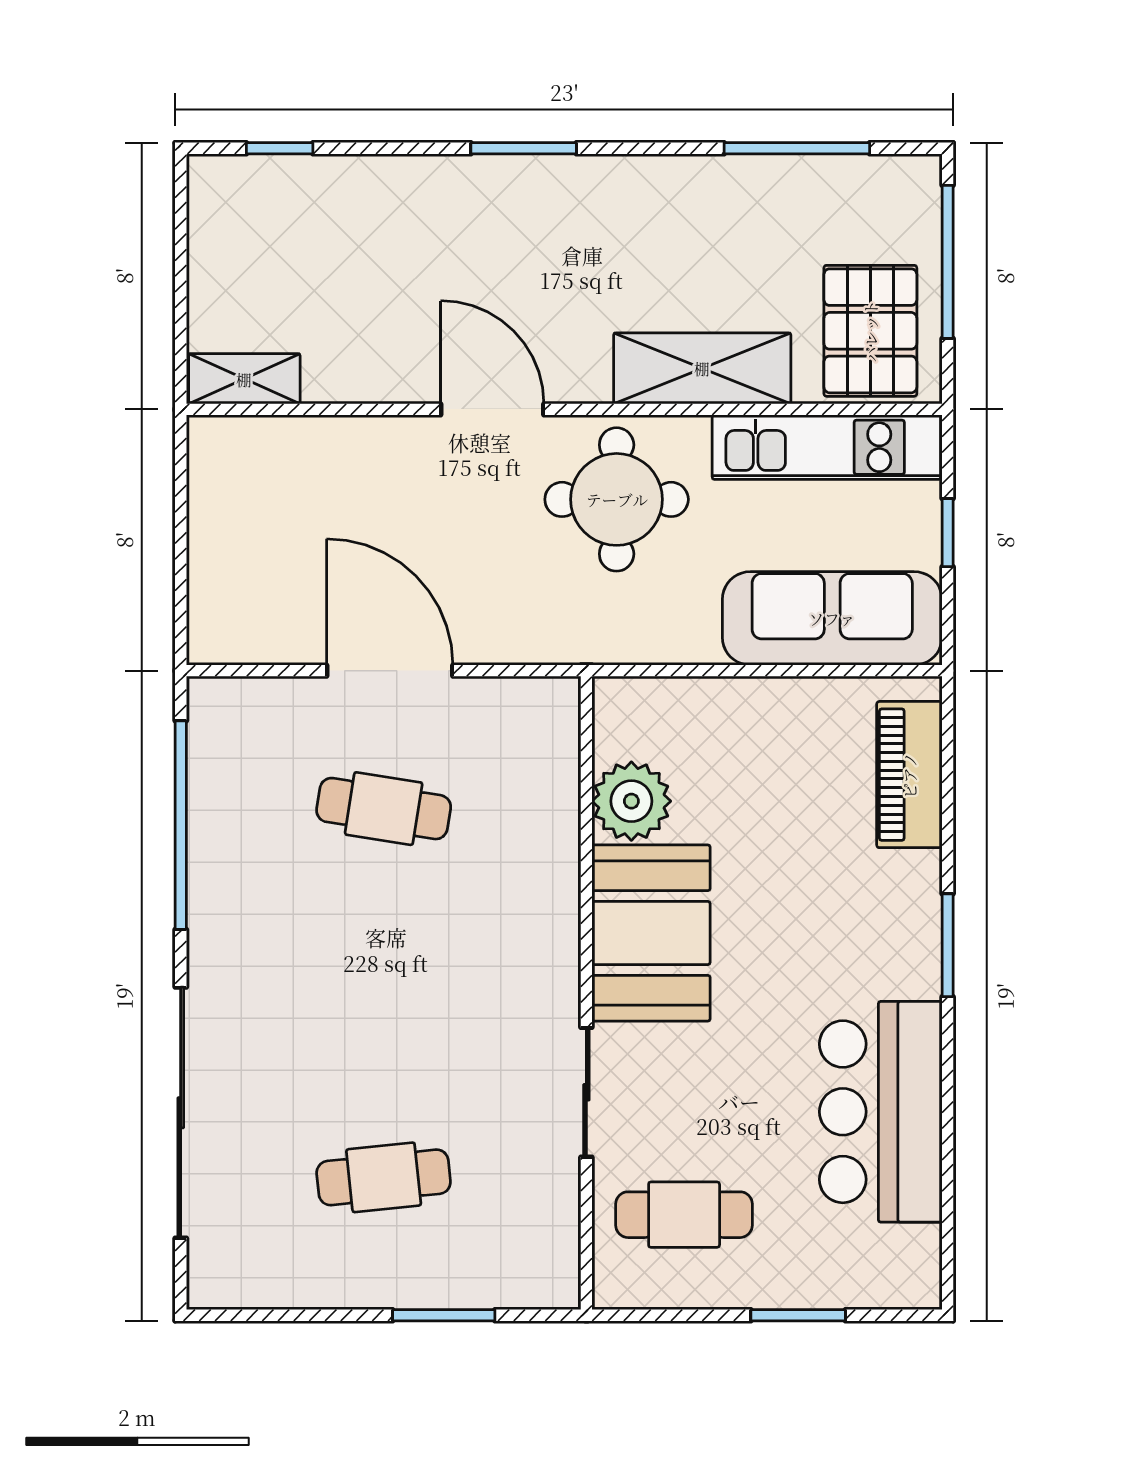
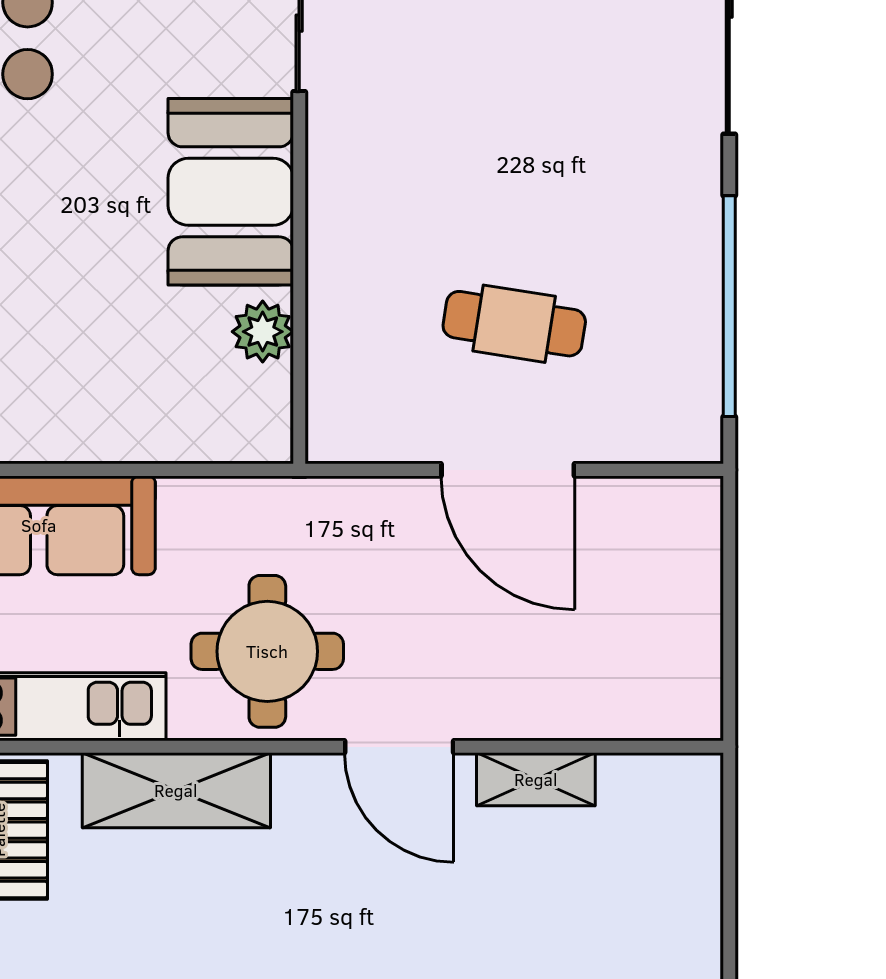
shelving: (244, 379) -> (536, 779), moved
plant: (631, 801) -> (263, 332), width x0.73, depth x0.73

